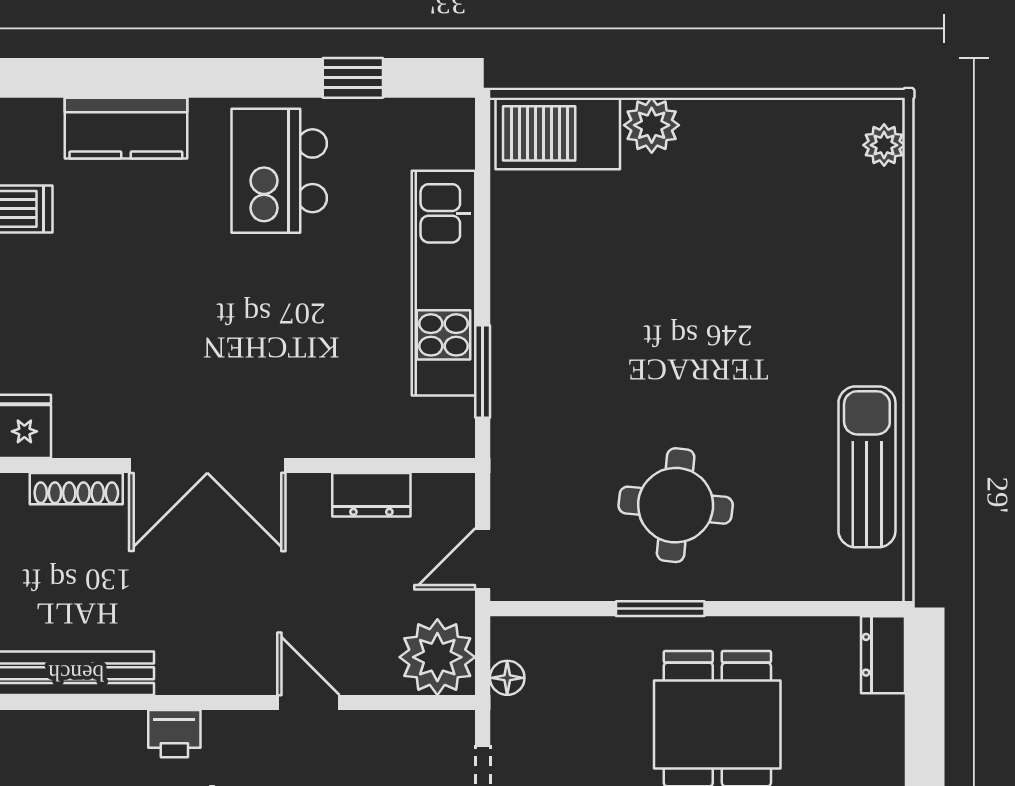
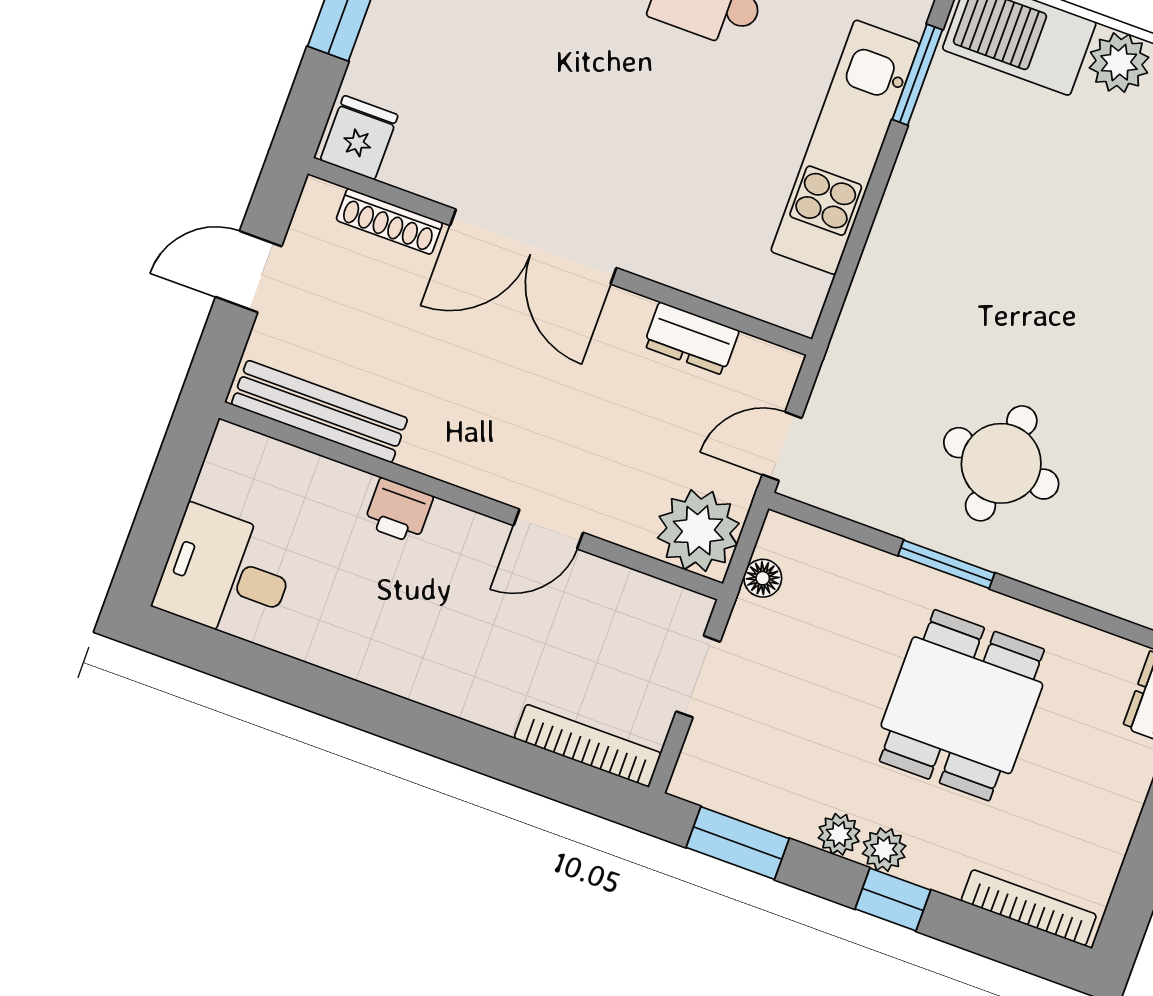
window: (483, 372) -> (917, 75), moved
door: (308, 702) -> (548, 529), swing flipped

